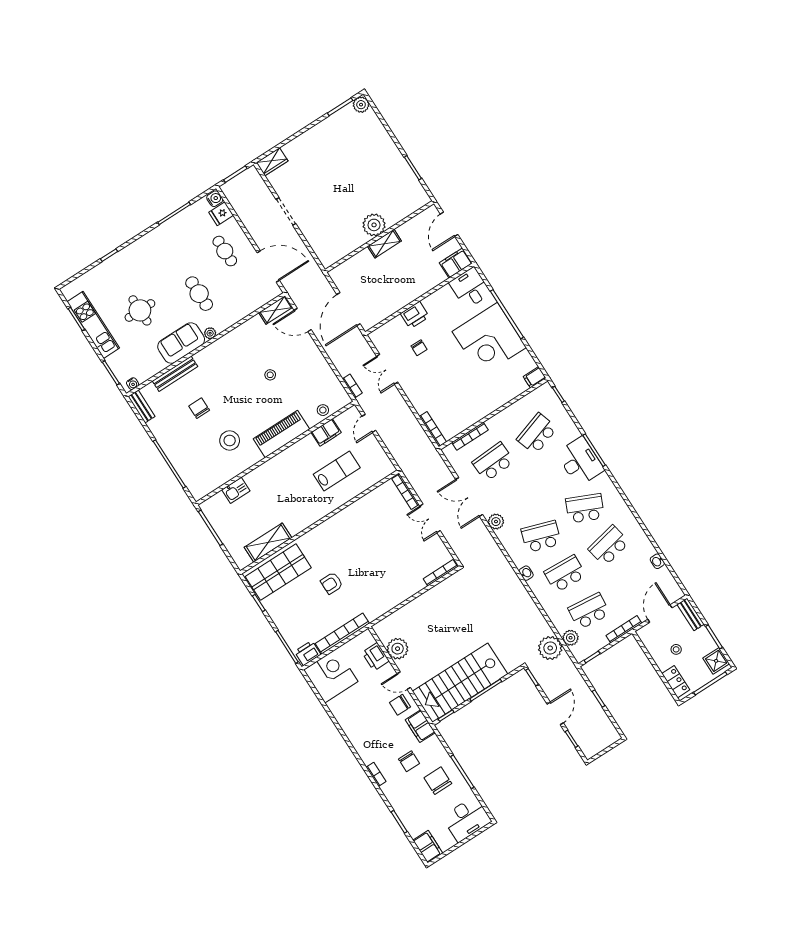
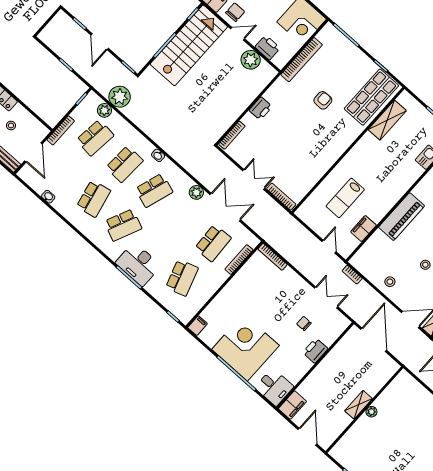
plant: (374, 225) -> (371, 412), width x0.53, depth x0.53
stool: (323, 410) -> (390, 282), moved
printer: (308, 653) -> (261, 108), moved

